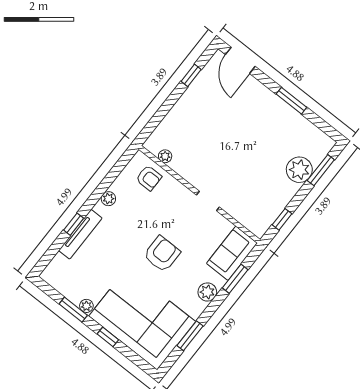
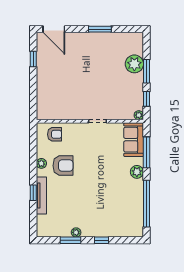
plant: (165, 156) -> (139, 115), moved
window: (321, 170) -> (146, 71), moved
armchair: (162, 254) -> (63, 166), moved, turned 90
window: (235, 279) -> (146, 152), width x1.44
corner sofa: (142, 319) -> (113, 215), removed
window: (190, 336) -> (146, 204), width x2.11

